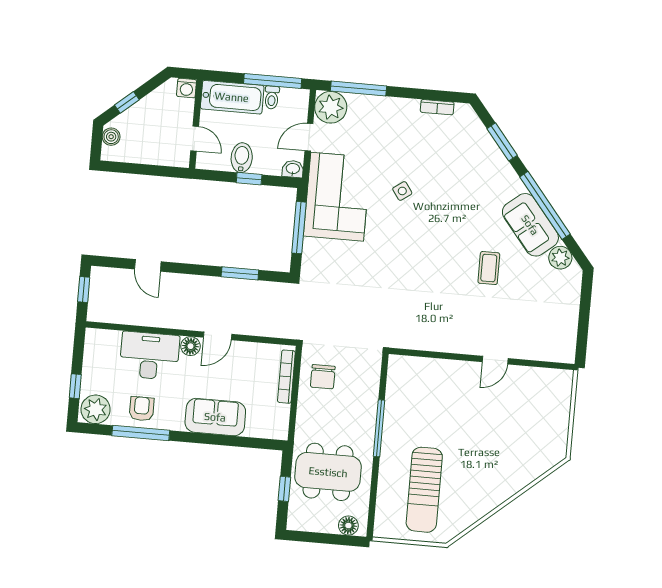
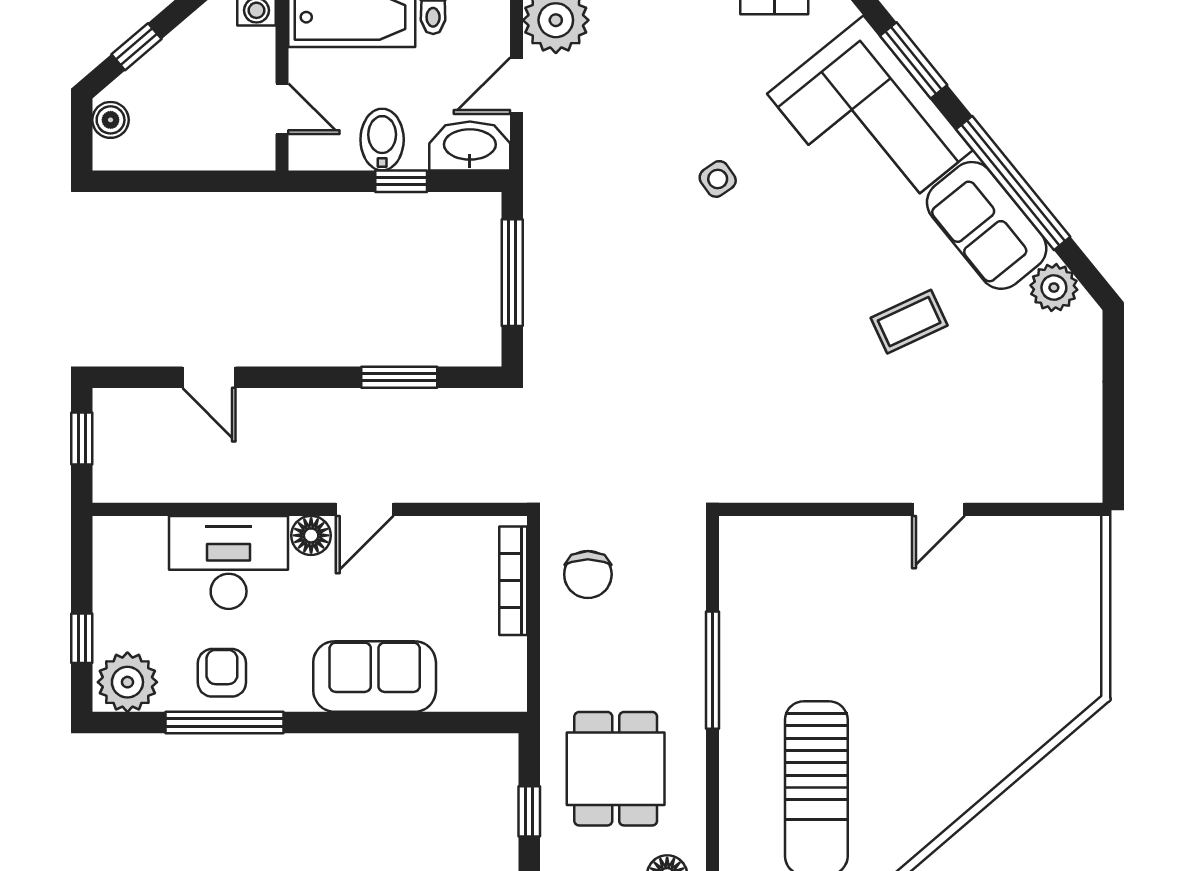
washbasin: (293, 169) -> (470, 146), width x1.91, depth x1.45
corner sofa: (337, 197) -> (870, 122), moved, turned 141
coffee table: (489, 268) -> (909, 322), turned 65
dining table: (328, 472) -> (616, 769), width x0.73

